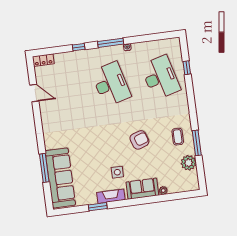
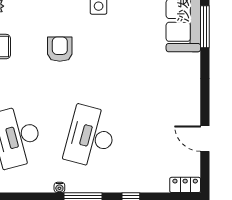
desk: (111, 84) -> (91, 137), turned 30
armchair: (139, 140) -> (60, 49), turned 108

